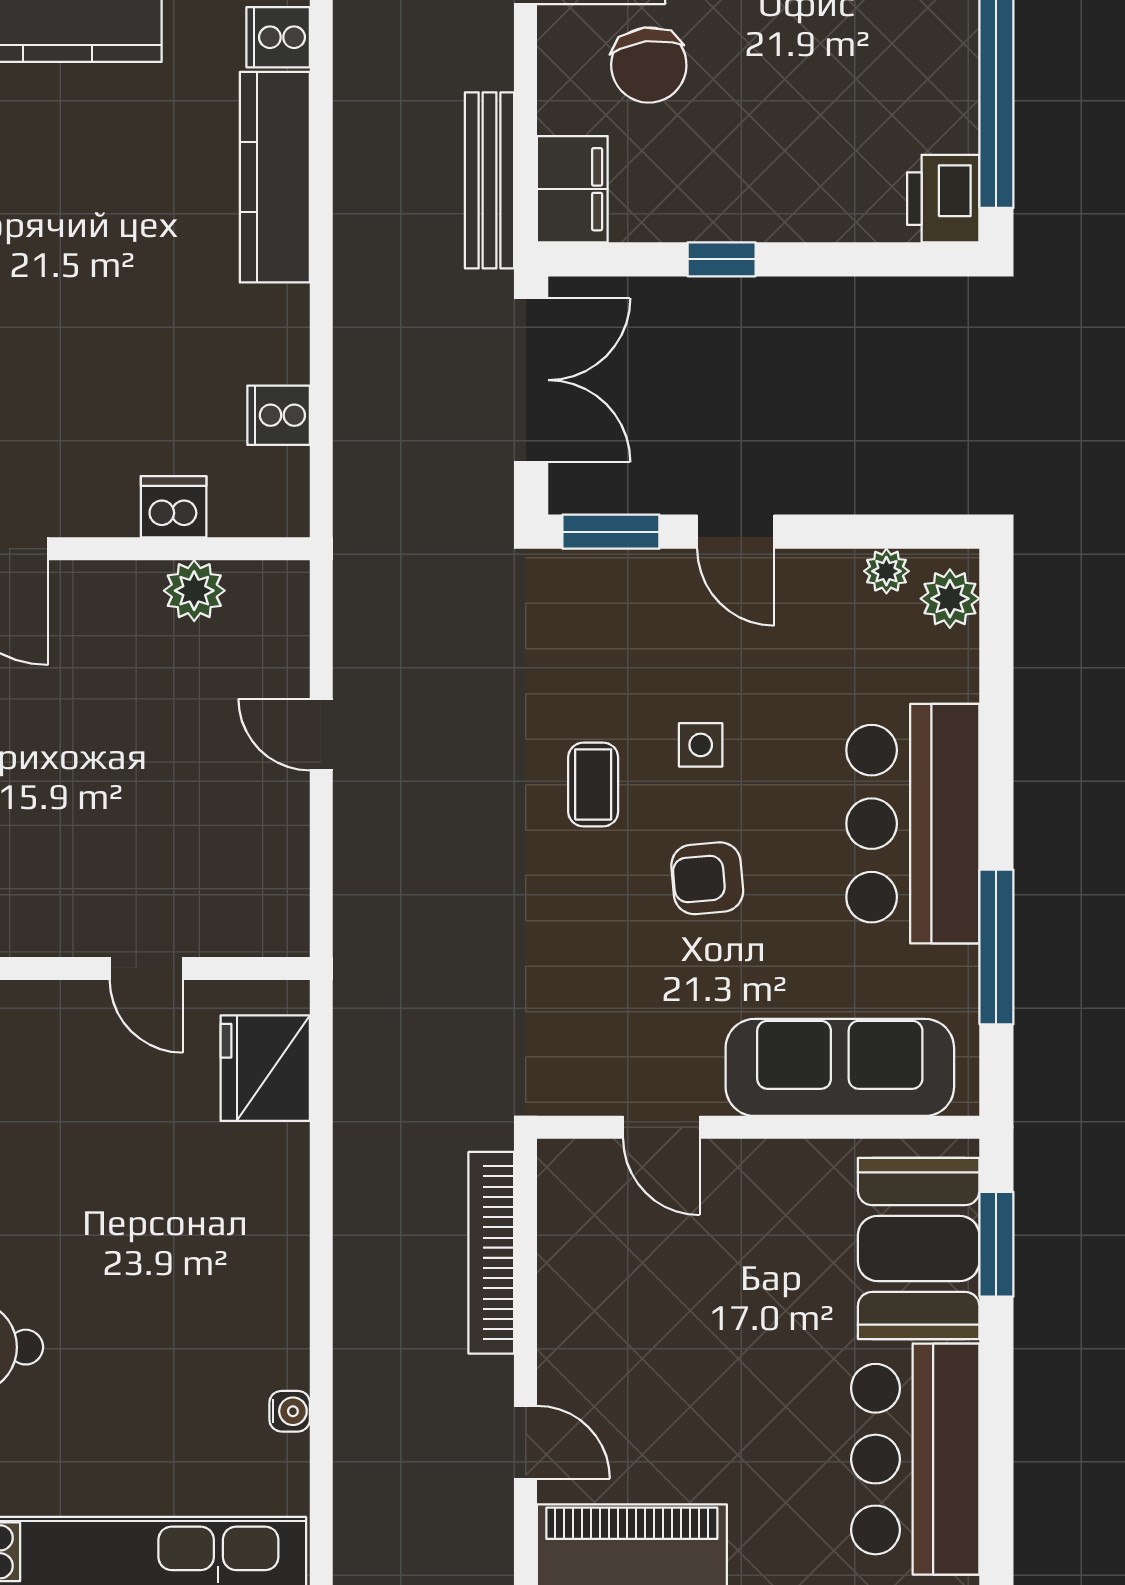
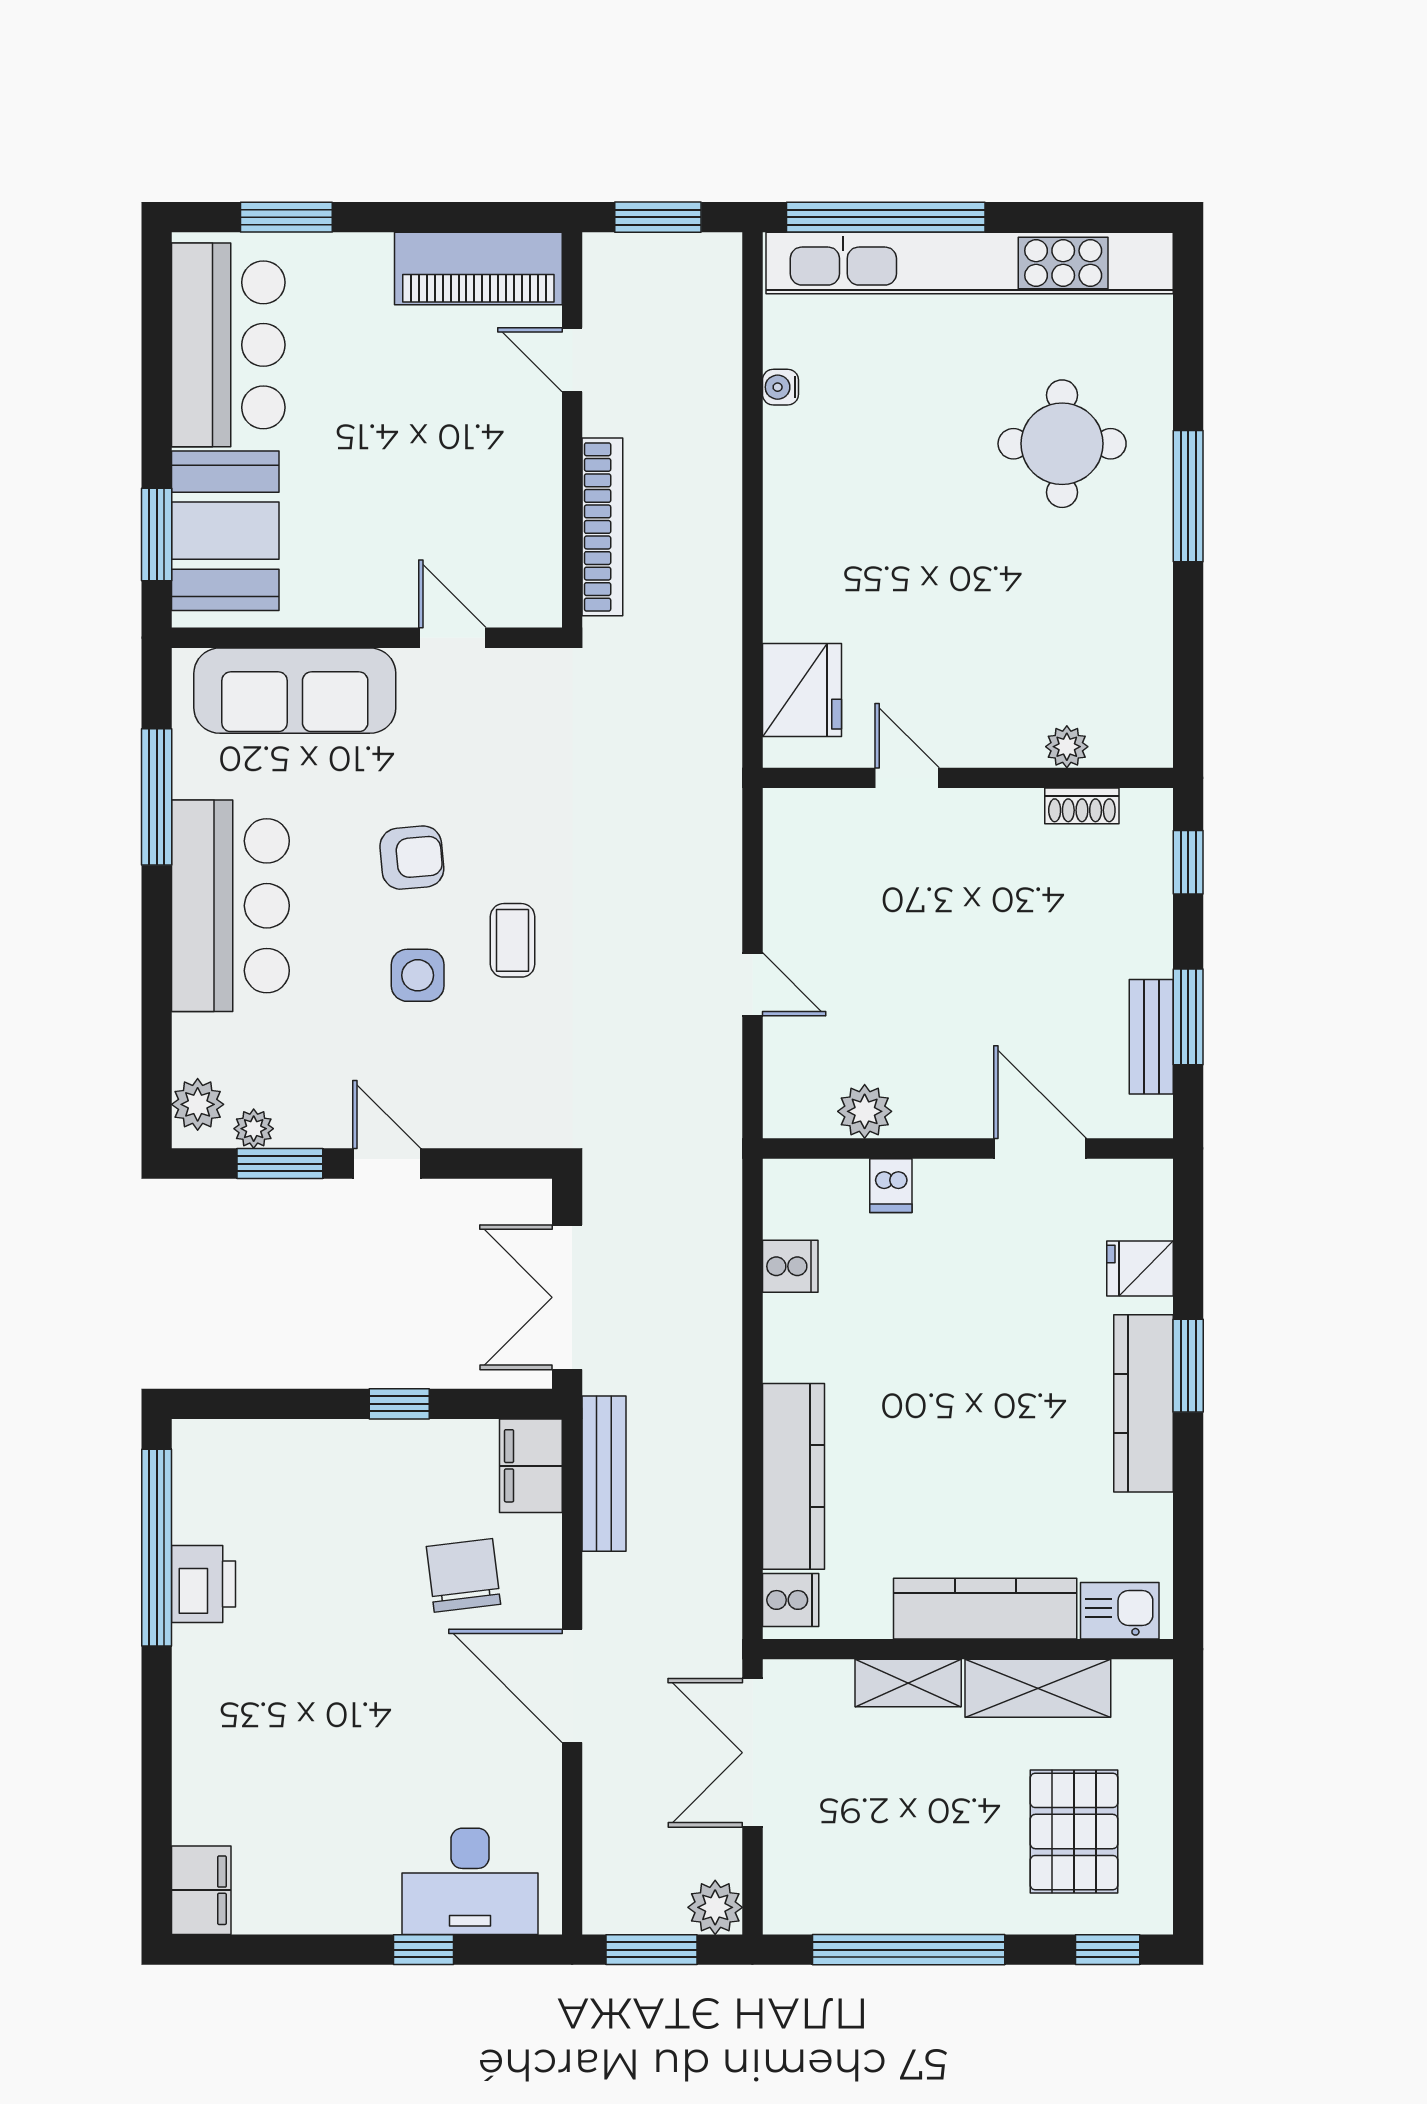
printer: (943, 199) -> (204, 1584), moved
dishwasher: (174, 507) -> (891, 1186), width x0.73
window: (611, 532) -> (280, 1164), moved
side table: (701, 745) -> (418, 975), width x1.37, depth x1.37

